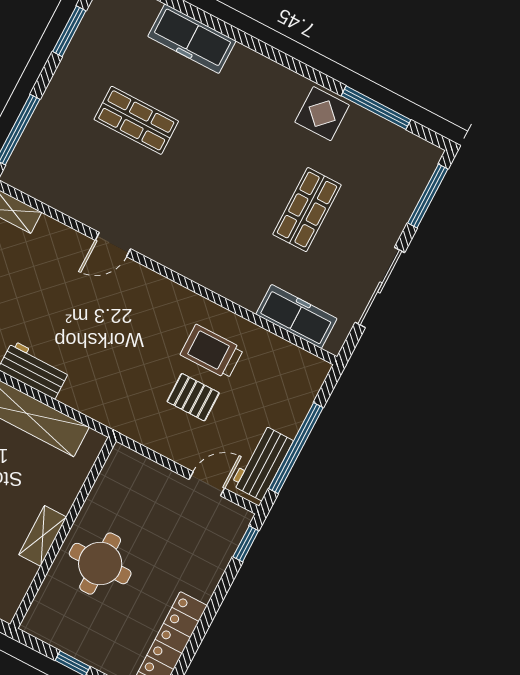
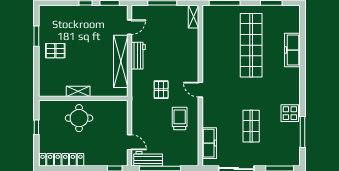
shop shelf: (136, 120) -> (251, 45), width x2.00, depth x1.36
shop shelf: (307, 210) -> (251, 126), turned 90
door: (113, 245) -> (200, 90), moved
pallet: (193, 397) -> (161, 90), moved

